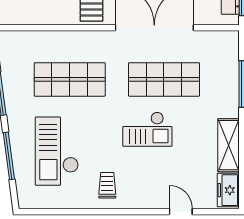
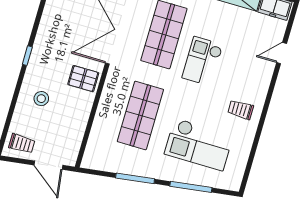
checkout: (147, 129) -> (202, 61), turned 180

